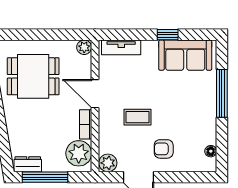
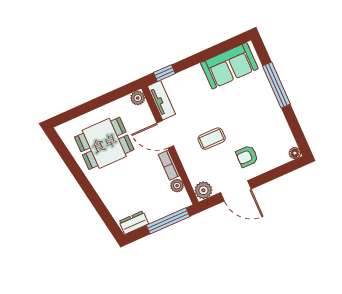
window: (168, 35) -> (164, 73), moved
tv unit: (121, 47) -> (161, 100), moved, turned -90
floor lamp: (211, 151) -> (295, 153), moved
plant: (79, 153) -> (177, 186), width x0.53, depth x0.53
window: (45, 177) -> (168, 221), moved

